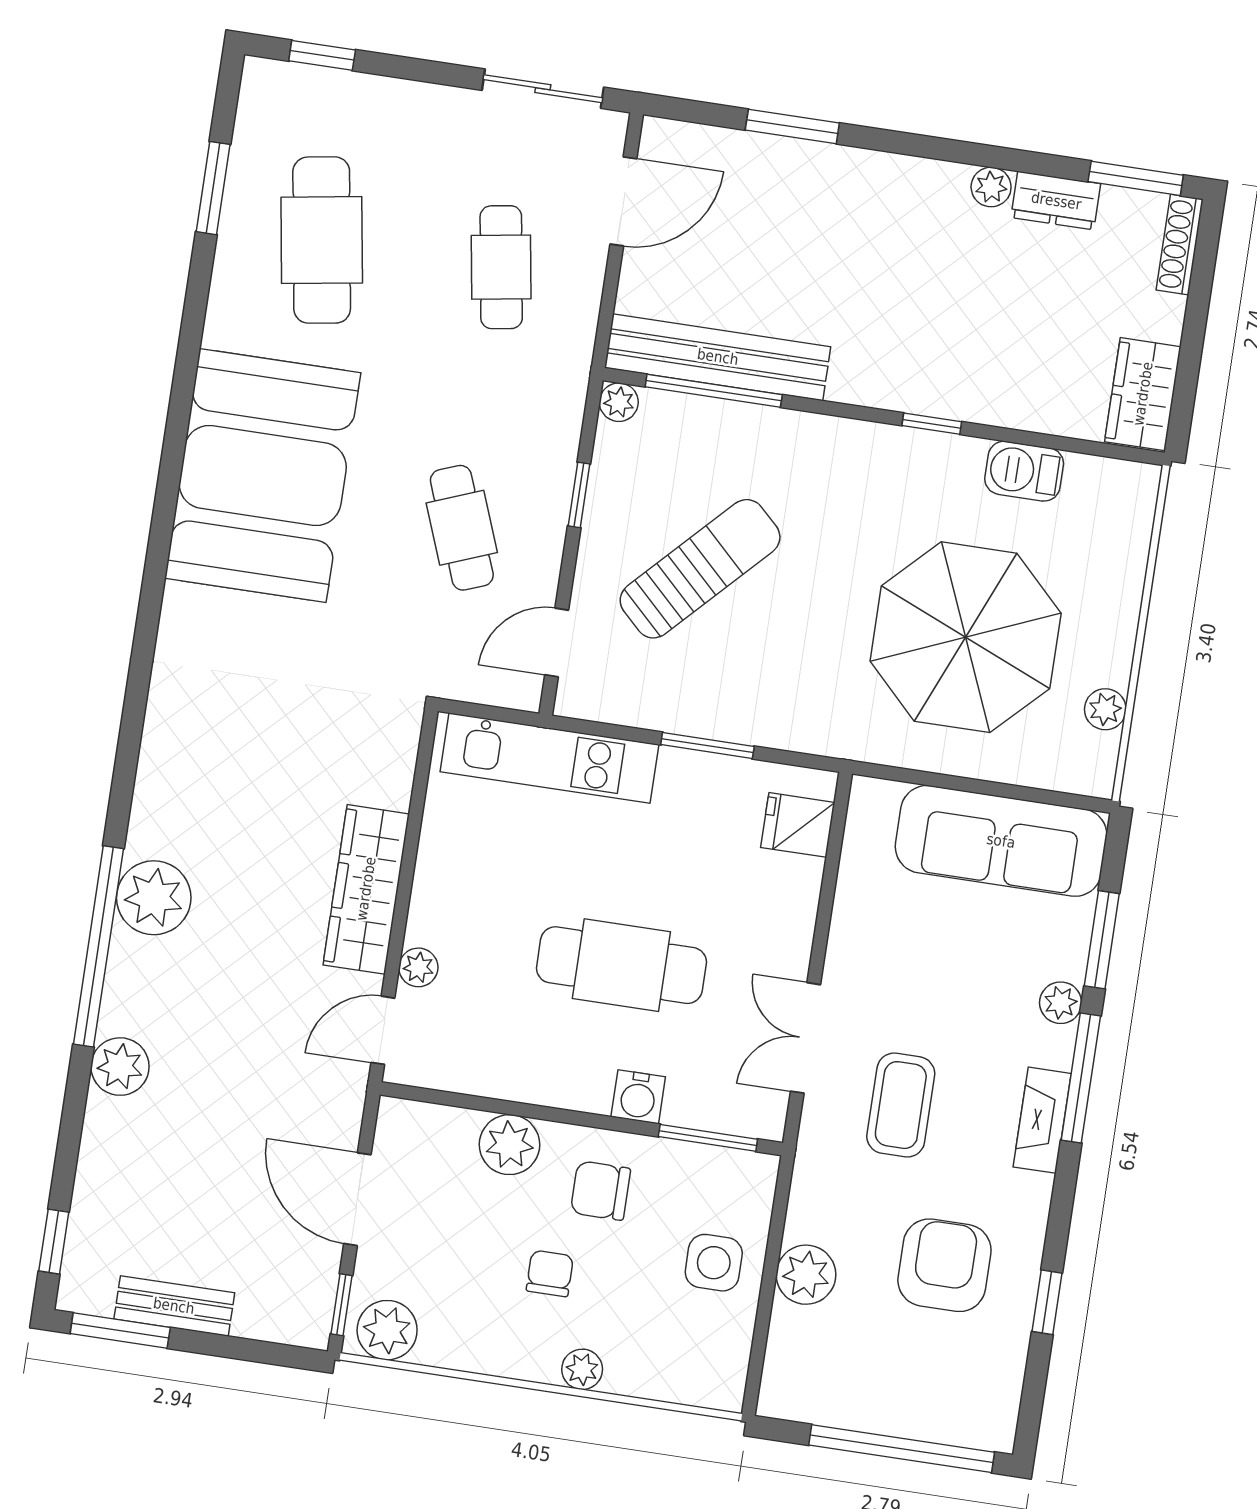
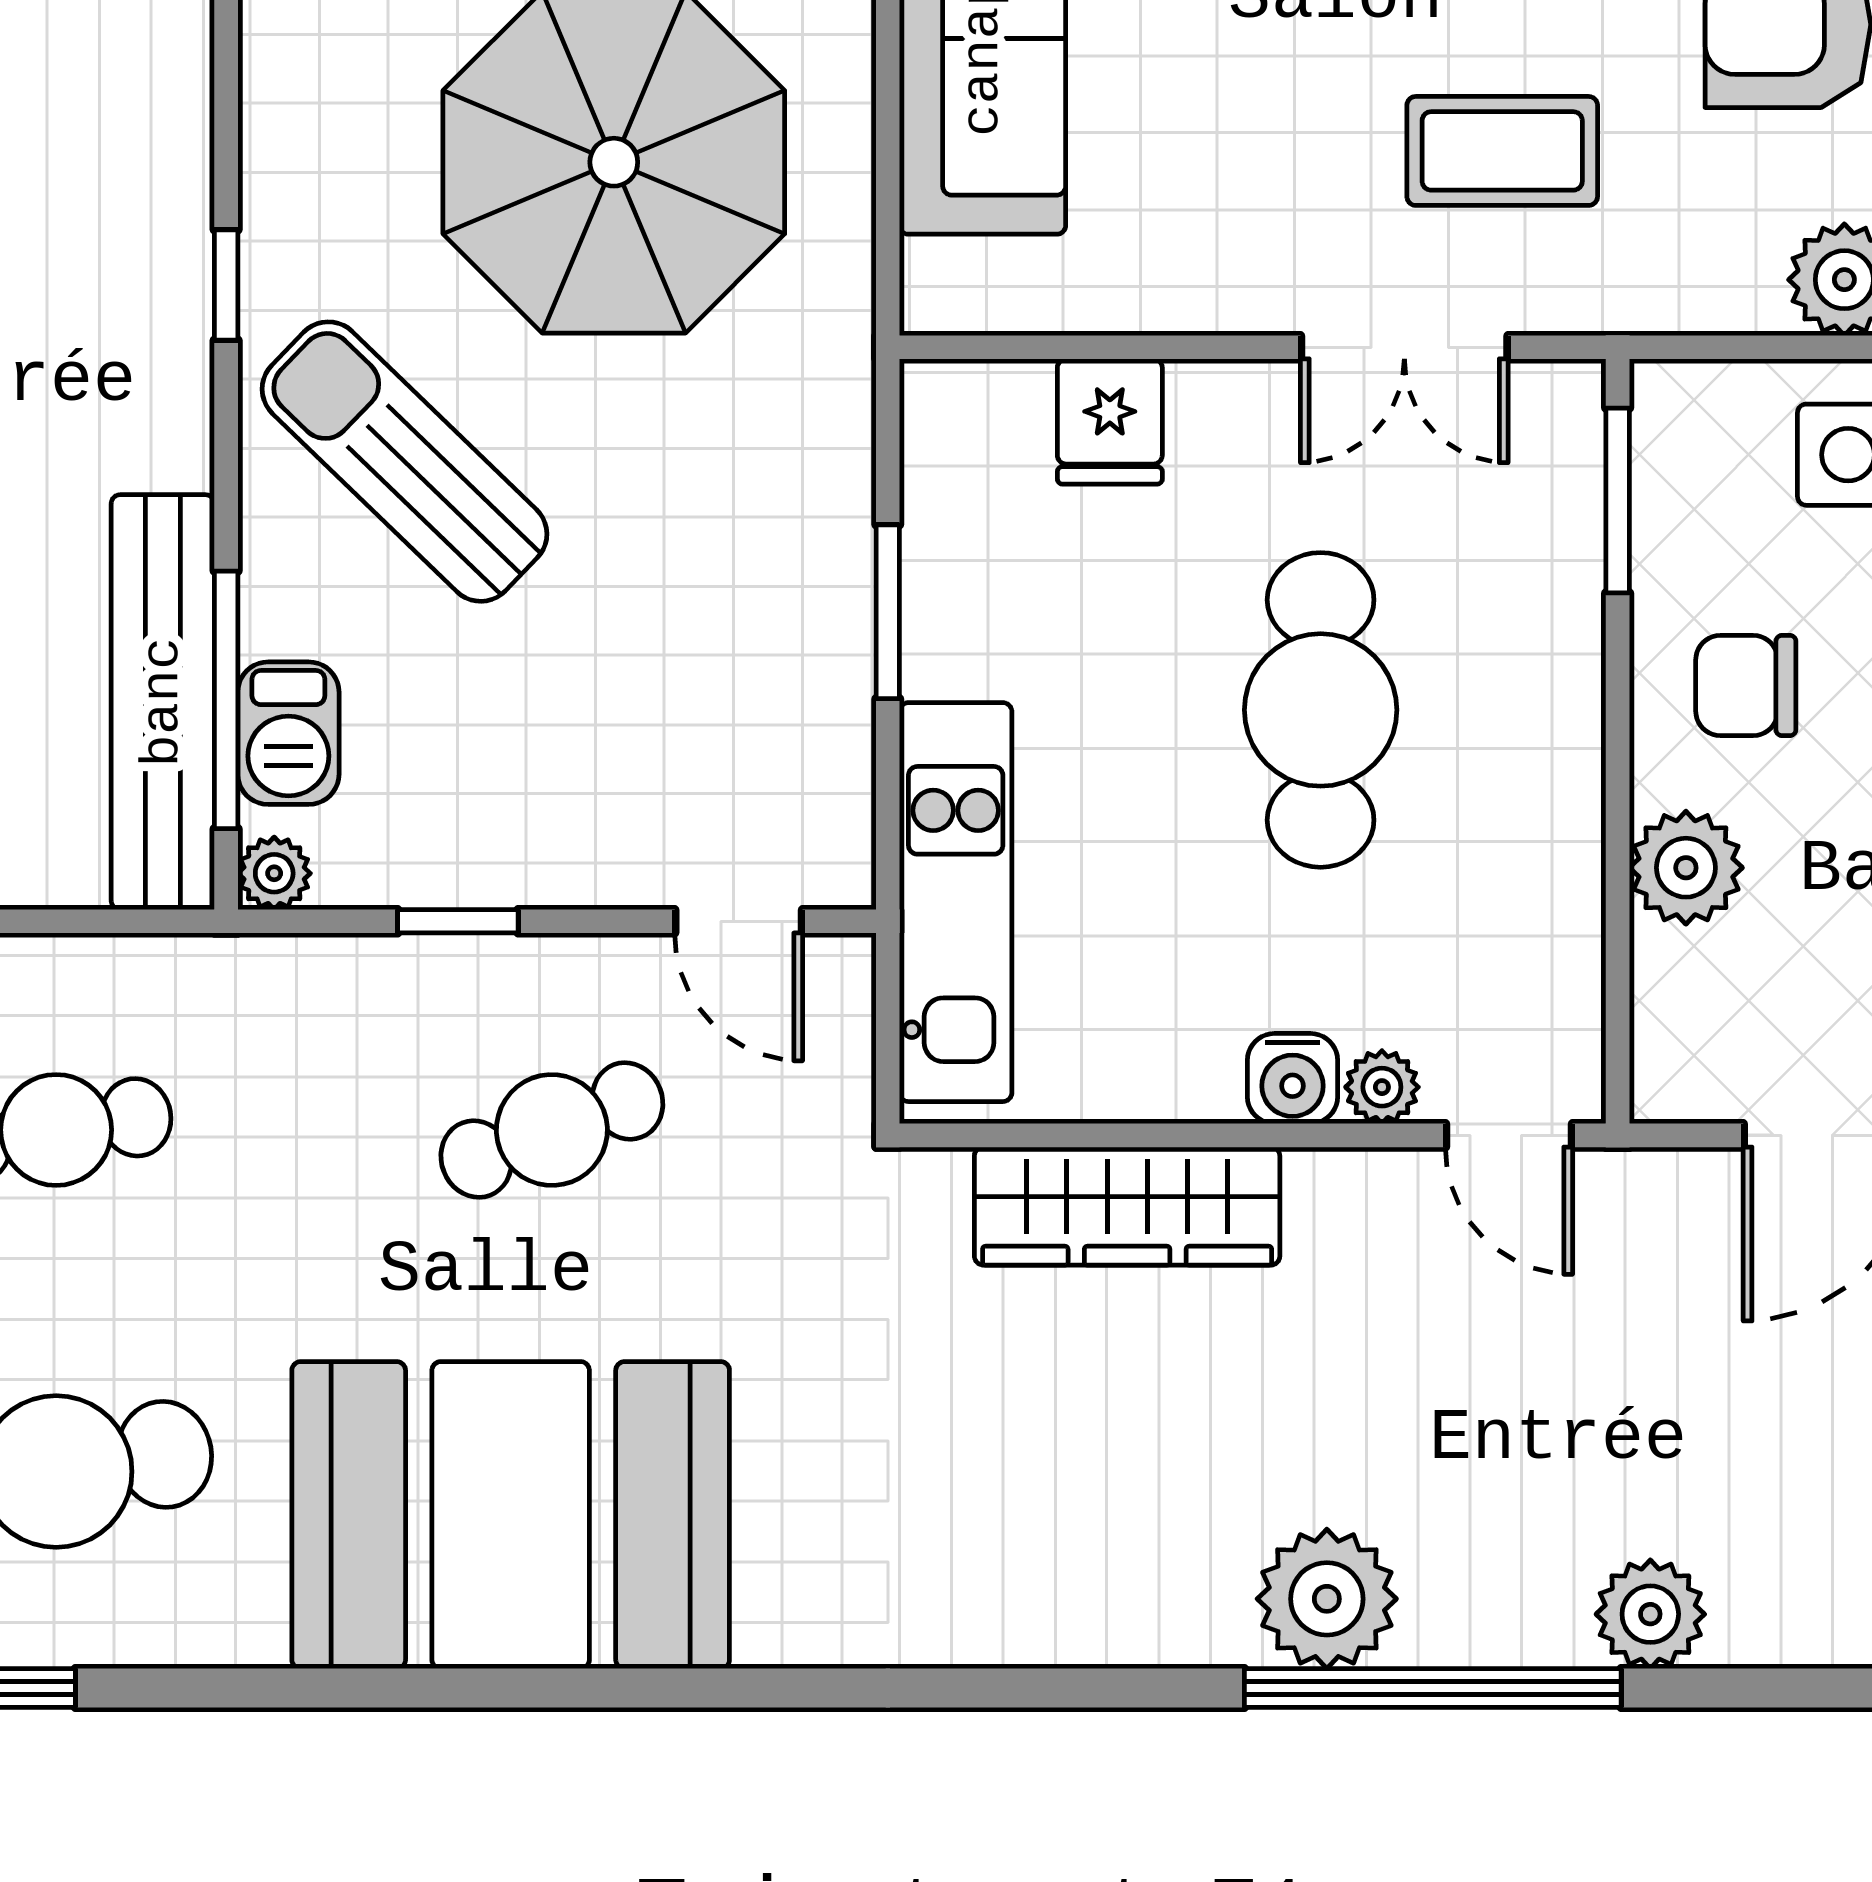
barbecue: (1024, 471) -> (288, 733), moved
sun lounger: (700, 569) -> (405, 462), moved
fridge: (798, 825) -> (1110, 421), moved
wardrobe: (366, 889) -> (1127, 1206), moved
water cooler: (638, 1097) -> (1293, 1079), moved, turned 90
chair: (600, 1191) -> (1746, 686), turned 90

